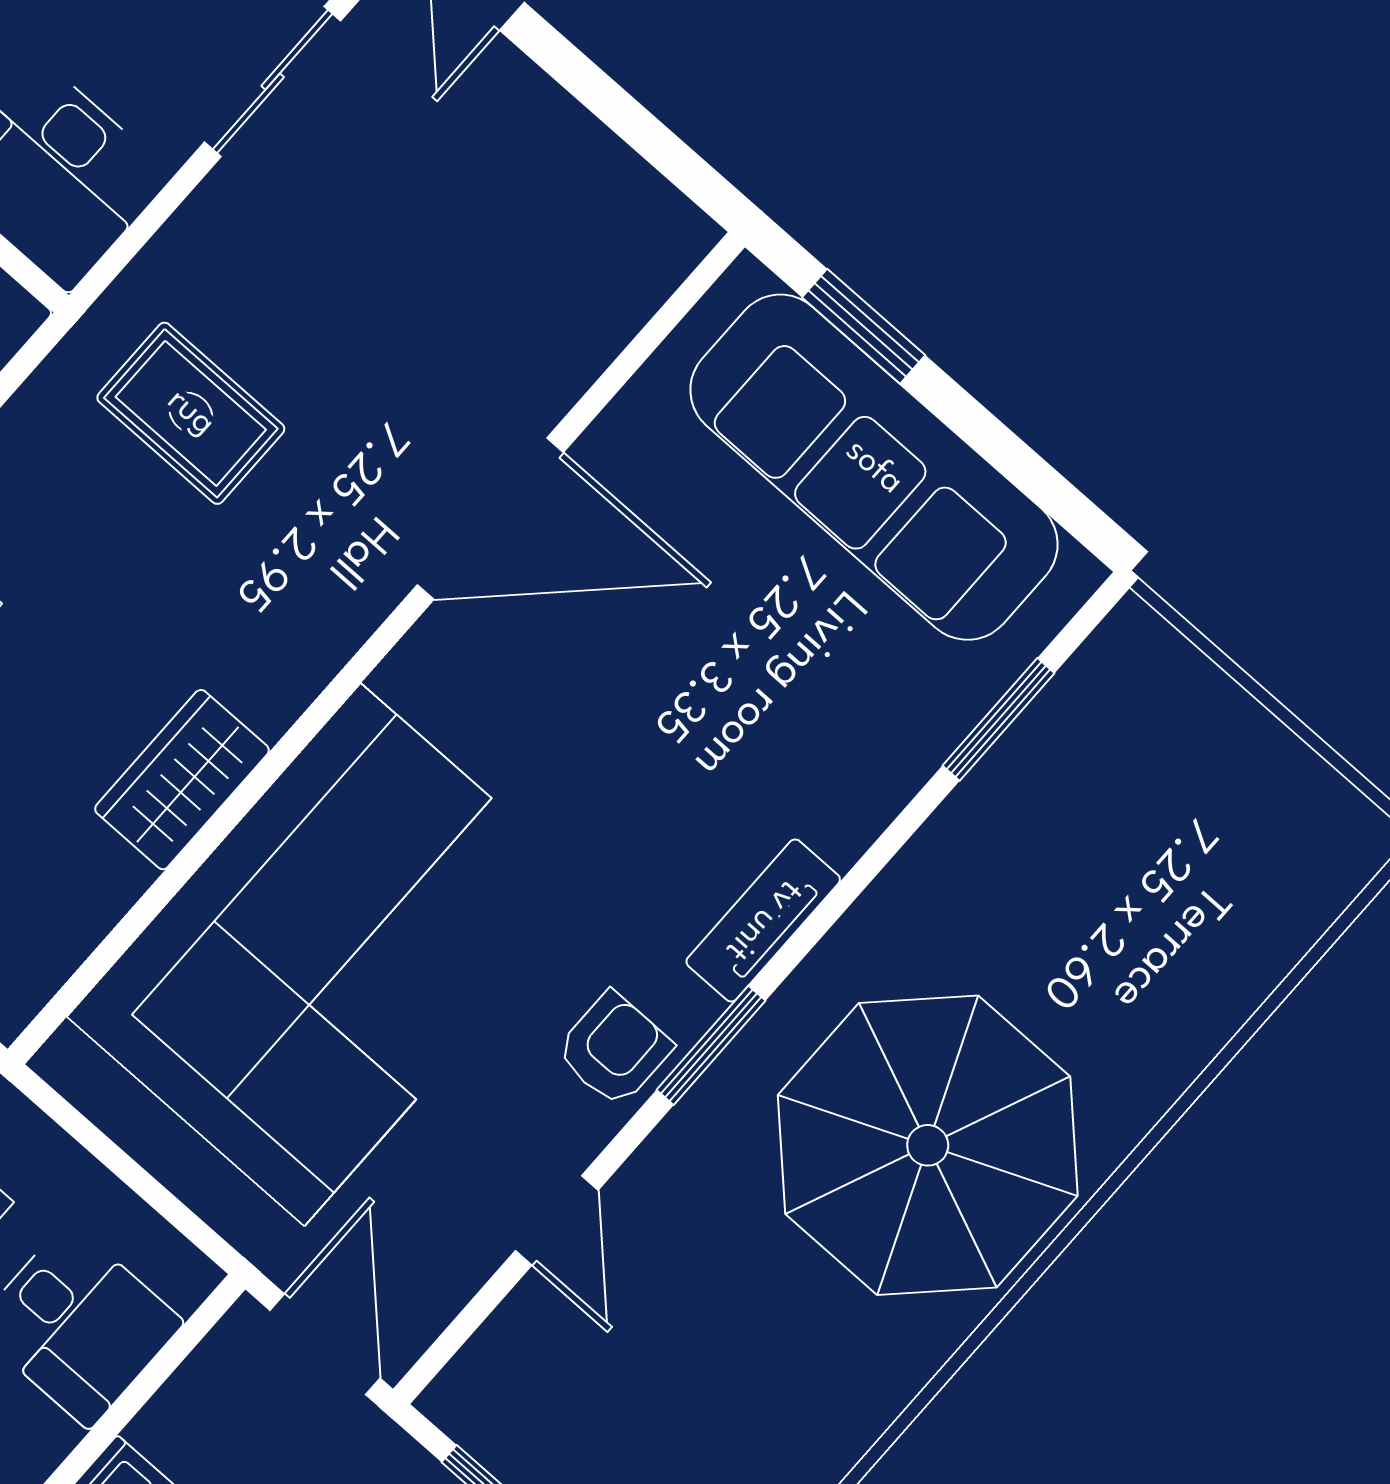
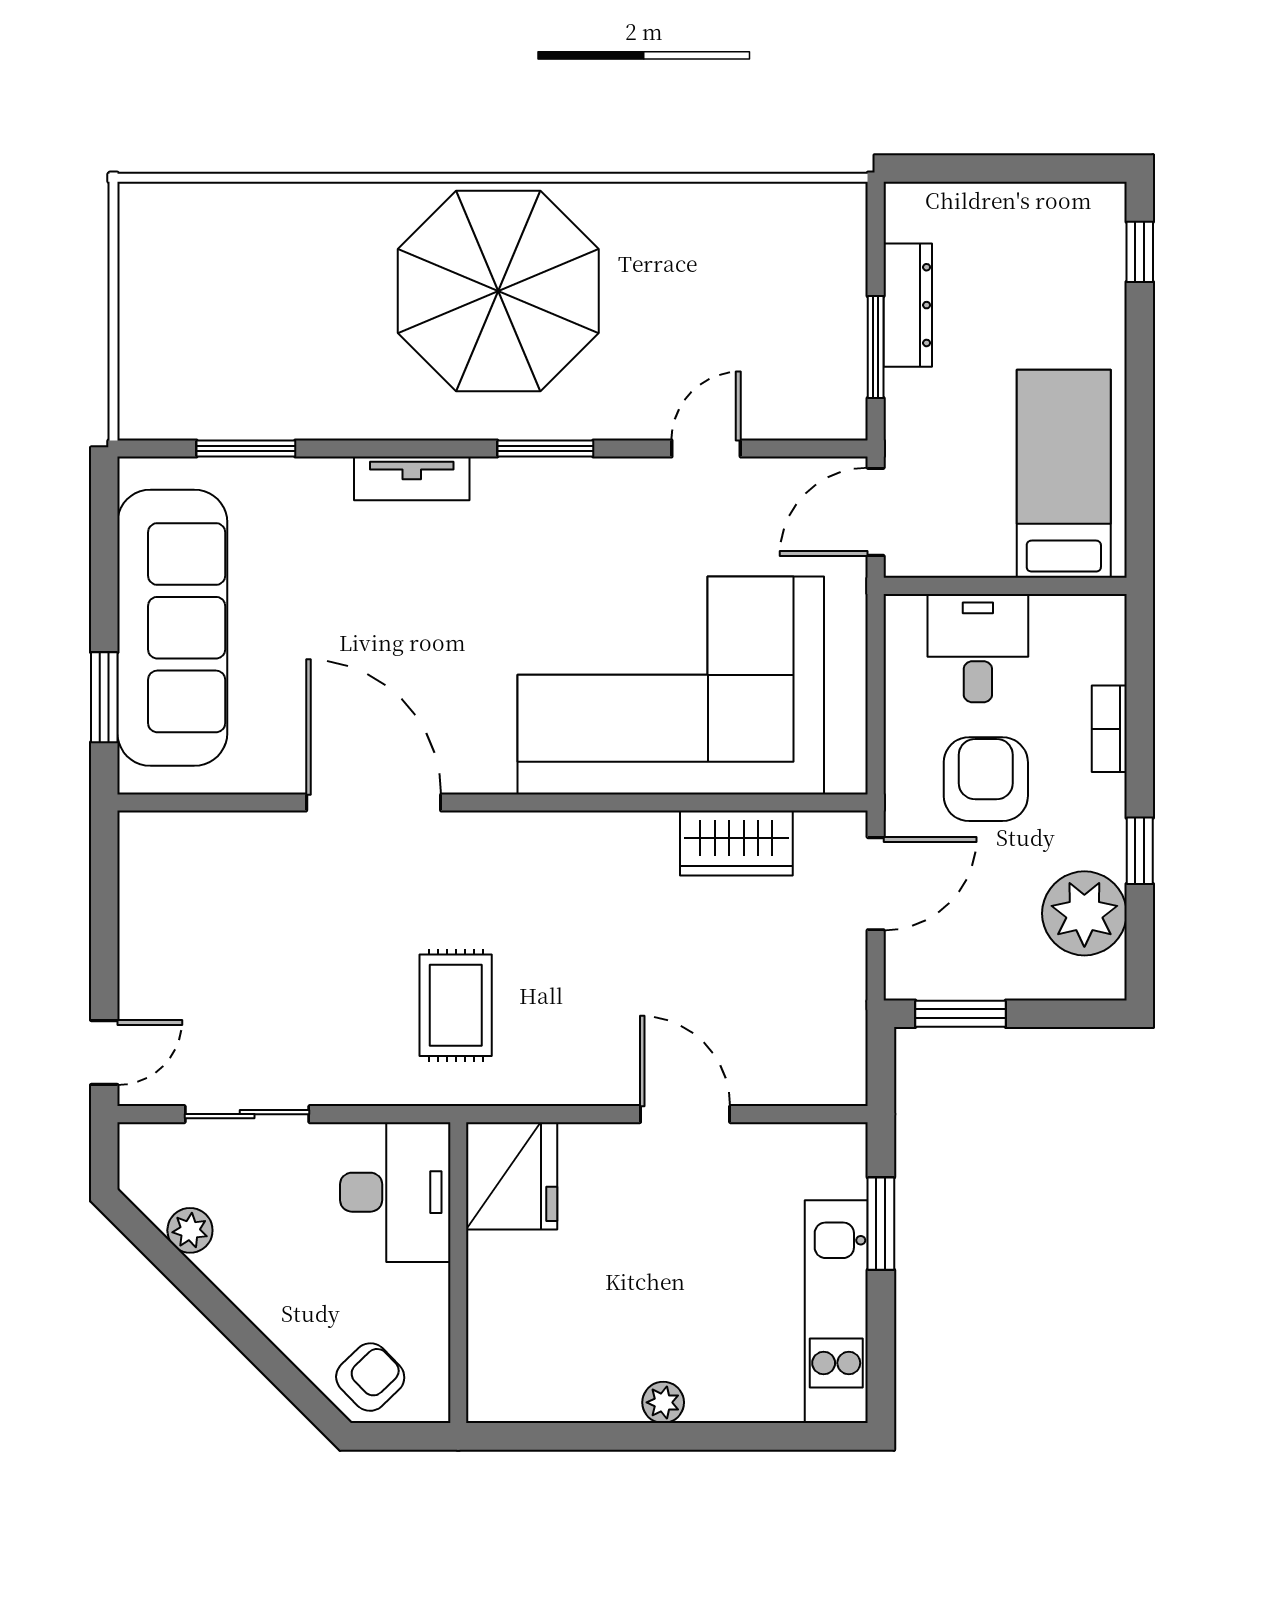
wardrobe: (182, 780) -> (736, 843), moved
tv unit: (763, 920) -> (412, 478), moved
armchair: (614, 1049) -> (591, 497), removed

